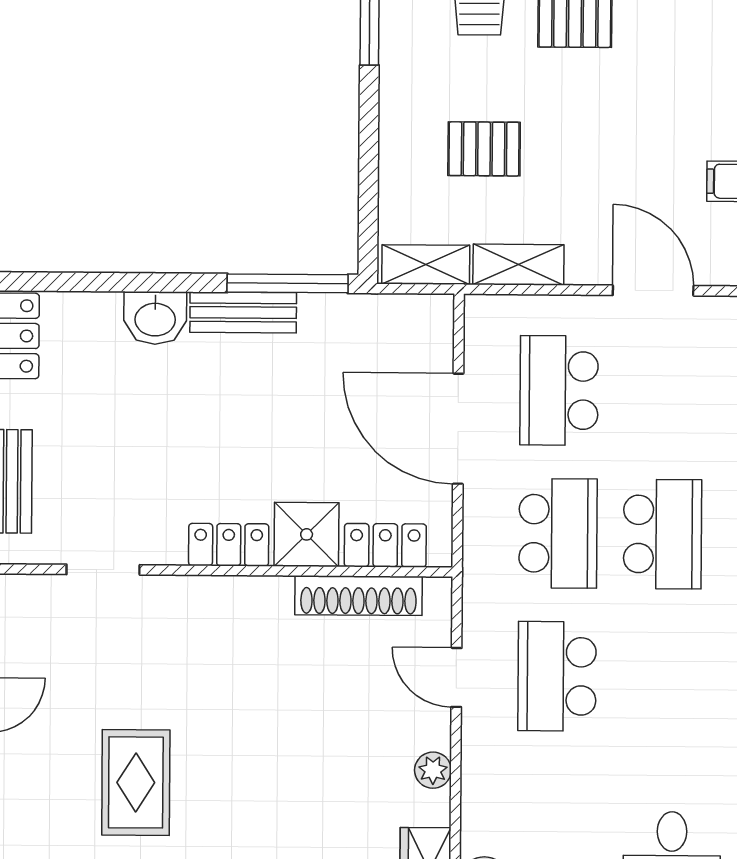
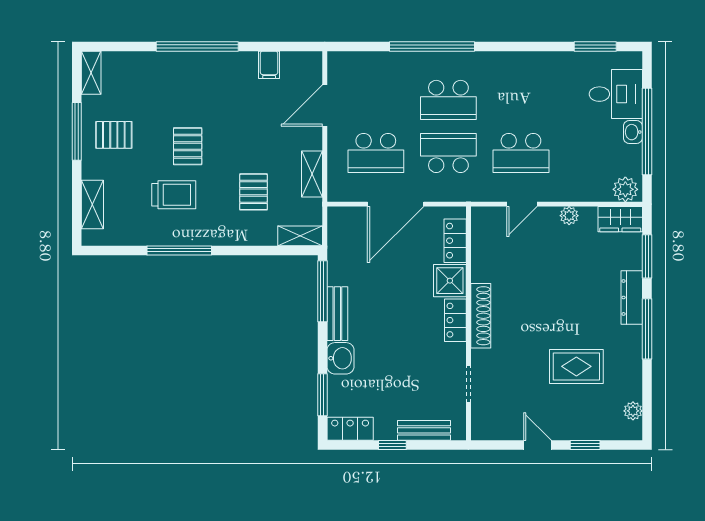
shelving: (426, 265) -> (300, 236), moved, turned 90
window: (84, 282) -> (322, 395), added
school desk: (663, 534) -> (448, 100), turned 180
shoe rack: (358, 596) -> (481, 316), moved

